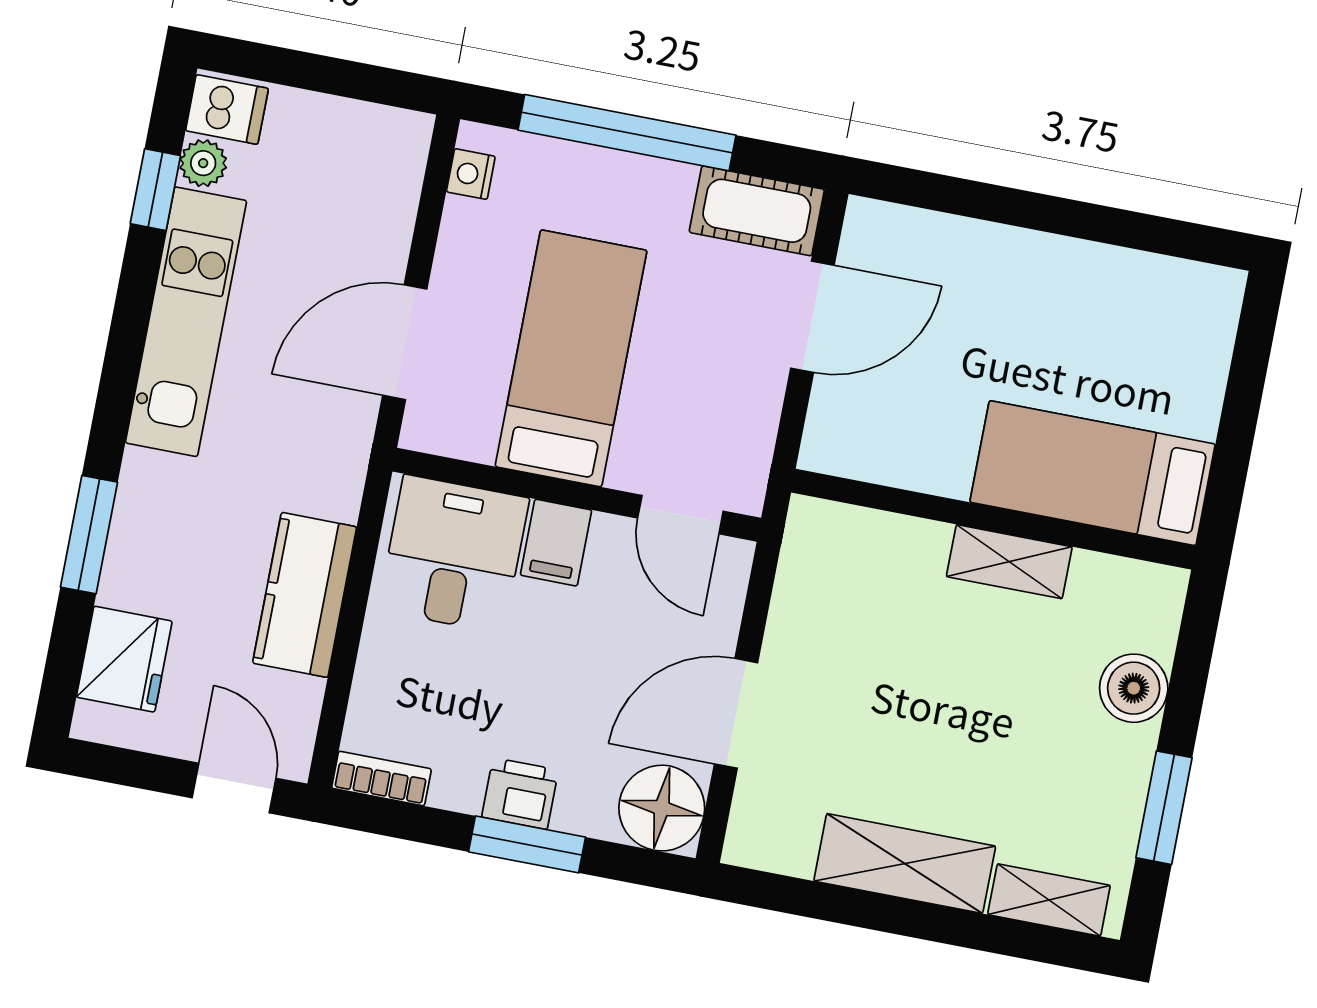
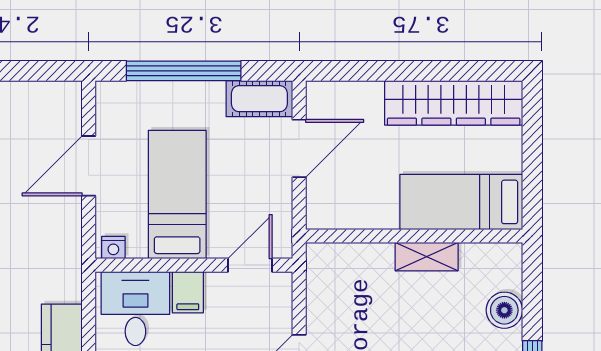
nightstand: (471, 174) -> (113, 248), moved, turned -90
wardrobe: (1114, 288) -> (454, 103), added
door: (405, 342) -> (89, 166), moved
door: (680, 515) -> (250, 265), swing flipped

